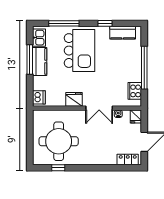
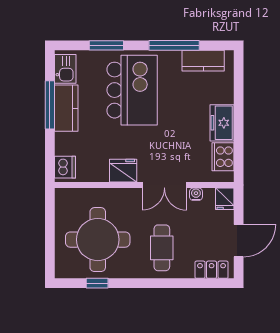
window: (64, 23) -> (106, 45), width x0.69
window: (105, 23) -> (174, 45), width x2.17
window: (144, 68) -> (239, 118), removed
freezer: (134, 70) -> (222, 123), added
cafe table: (98, 146) -> (162, 248), added

